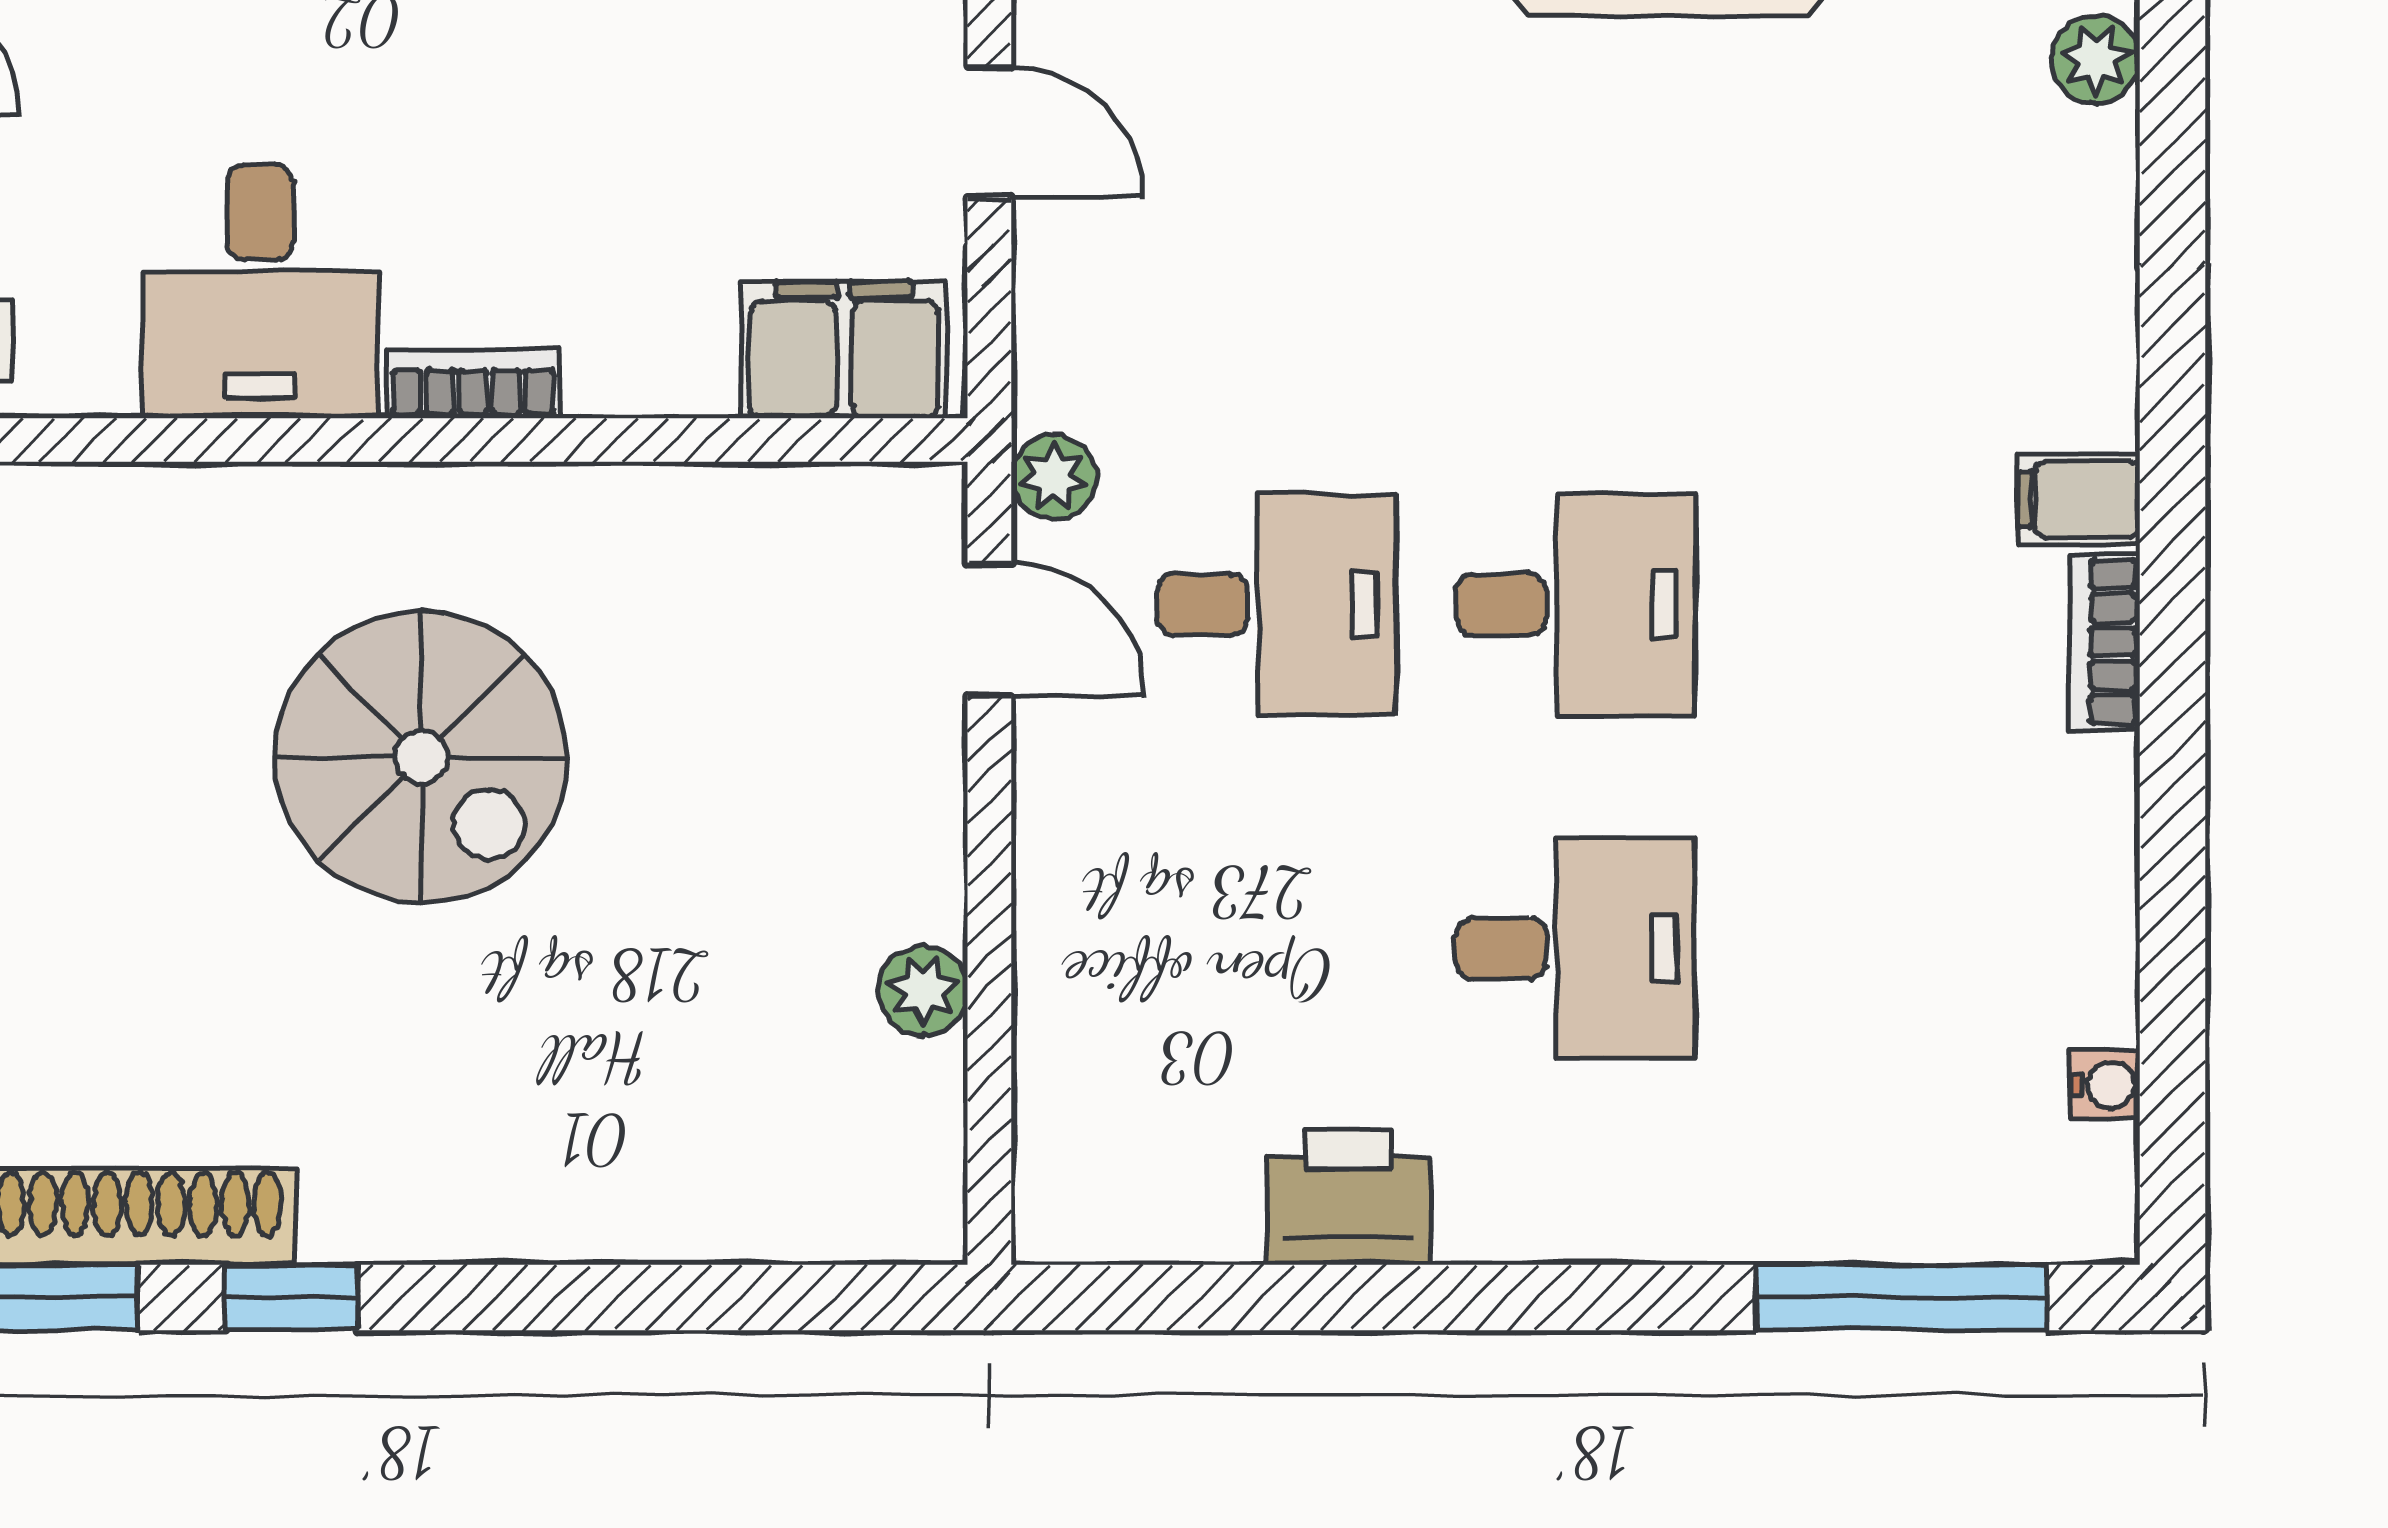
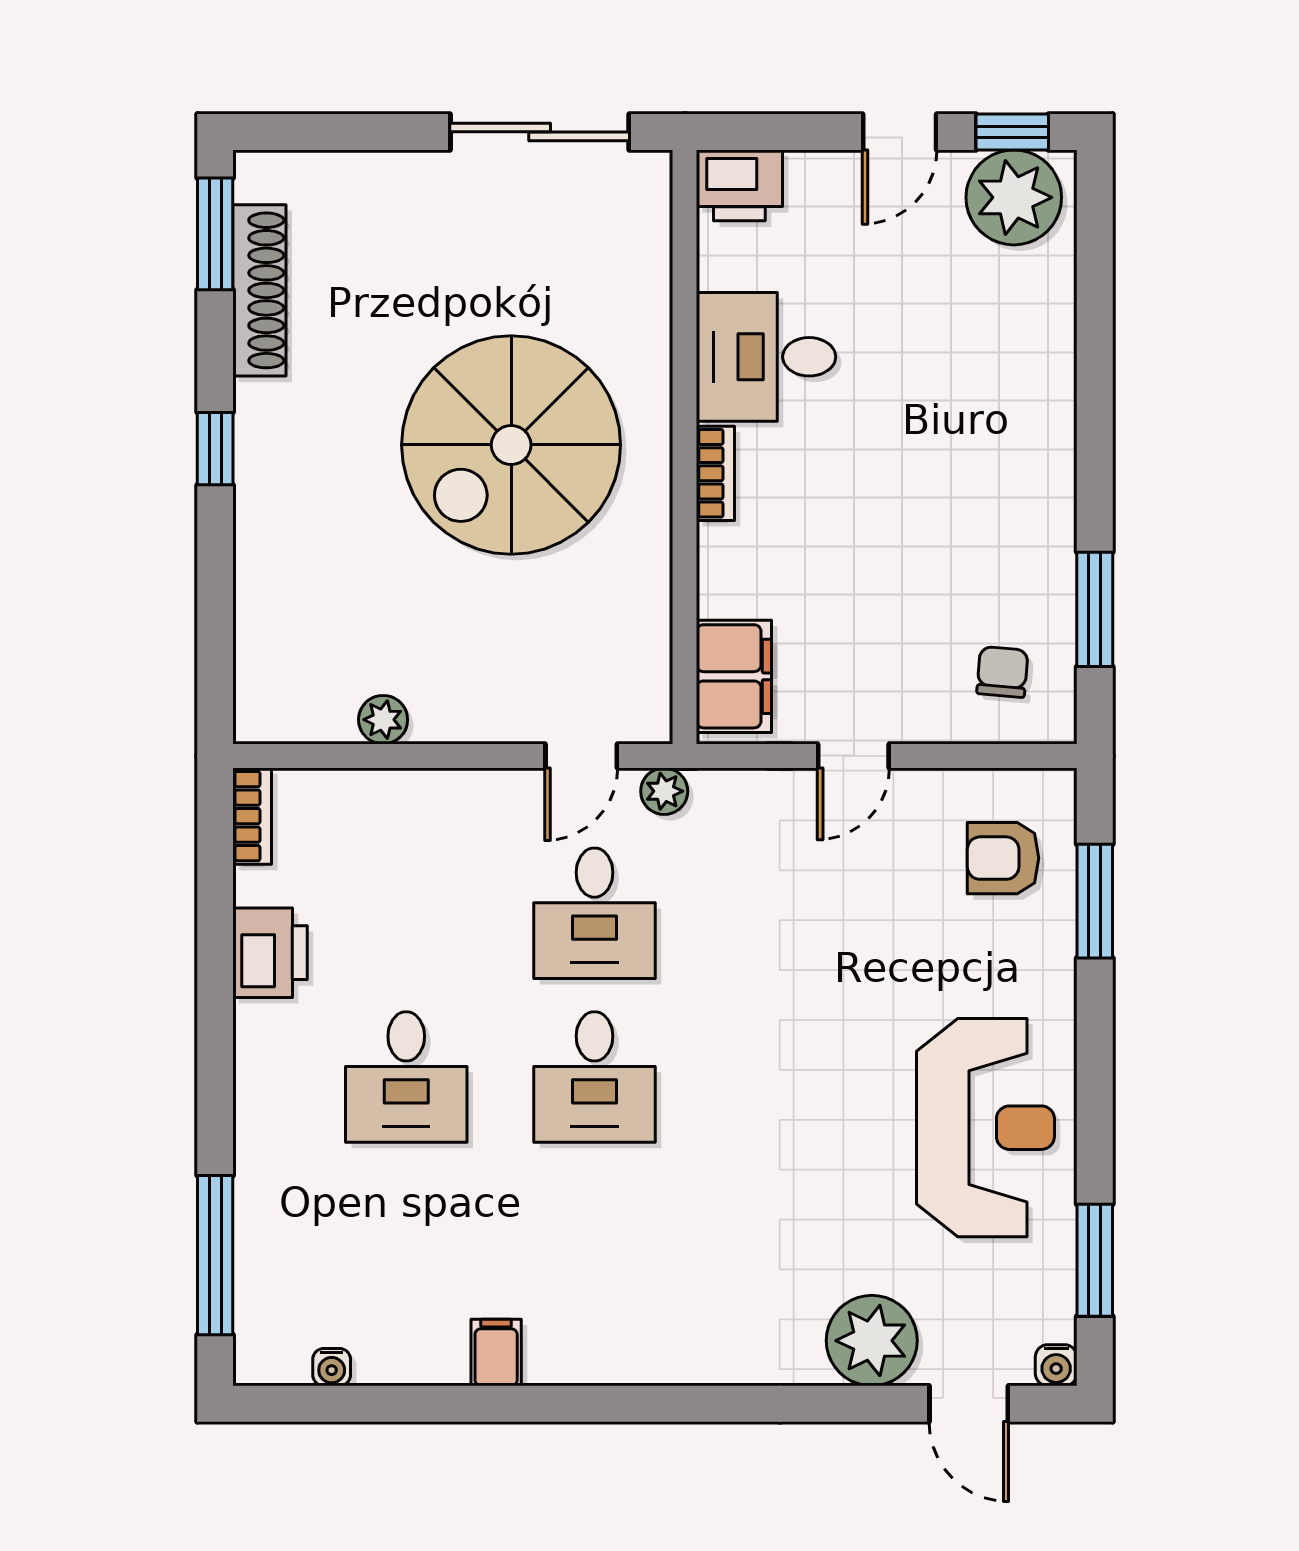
plant: (2096, 59) -> (872, 1341), width x1.88, depth x1.88
filing cabinet: (2079, 499) -> (496, 1353), moved
bookcase: (2105, 642) -> (252, 816), moved, turned 90
spiral stairs: (421, 757) -> (511, 445), width x1.37, depth x1.37
window: (291, 1297) -> (215, 449), moved

